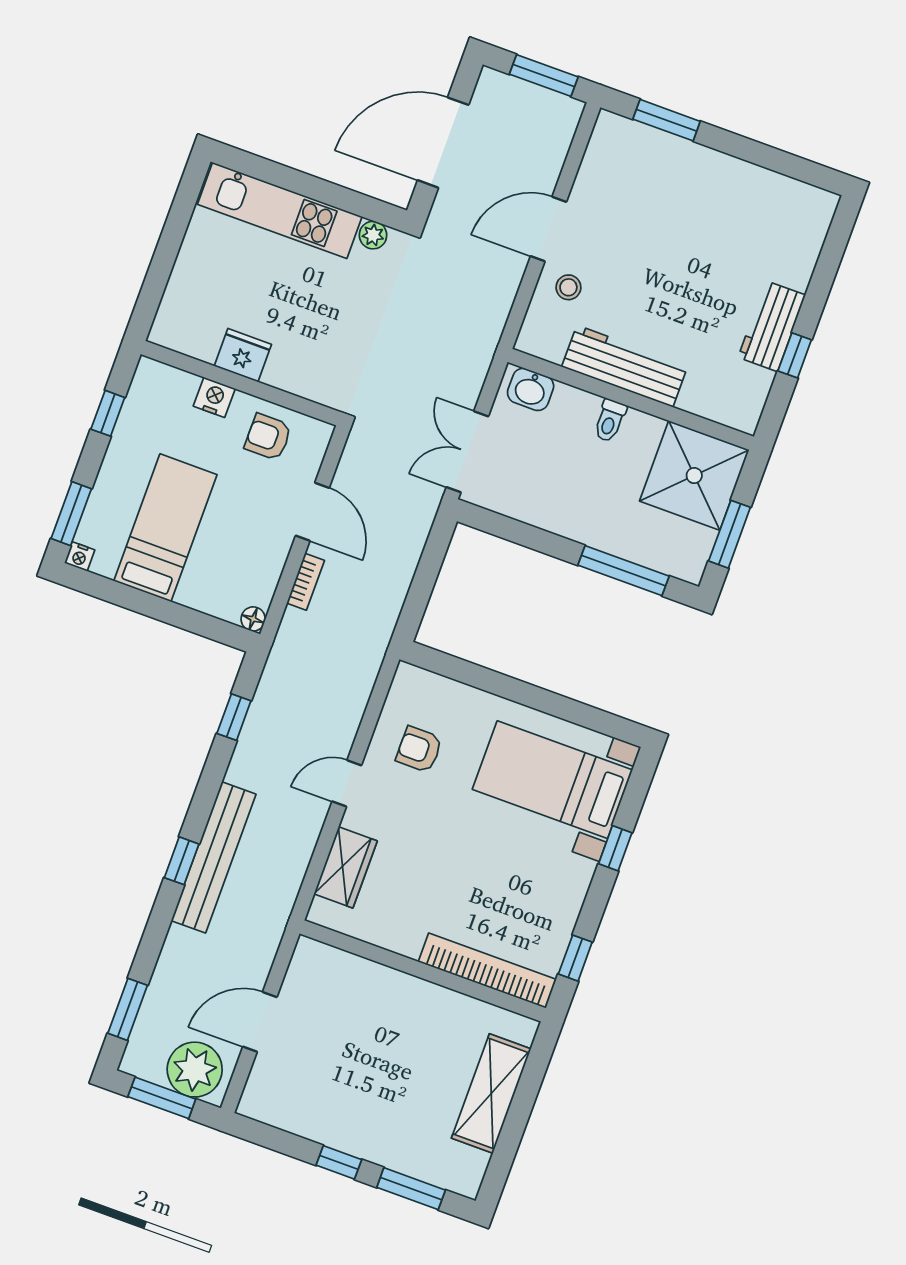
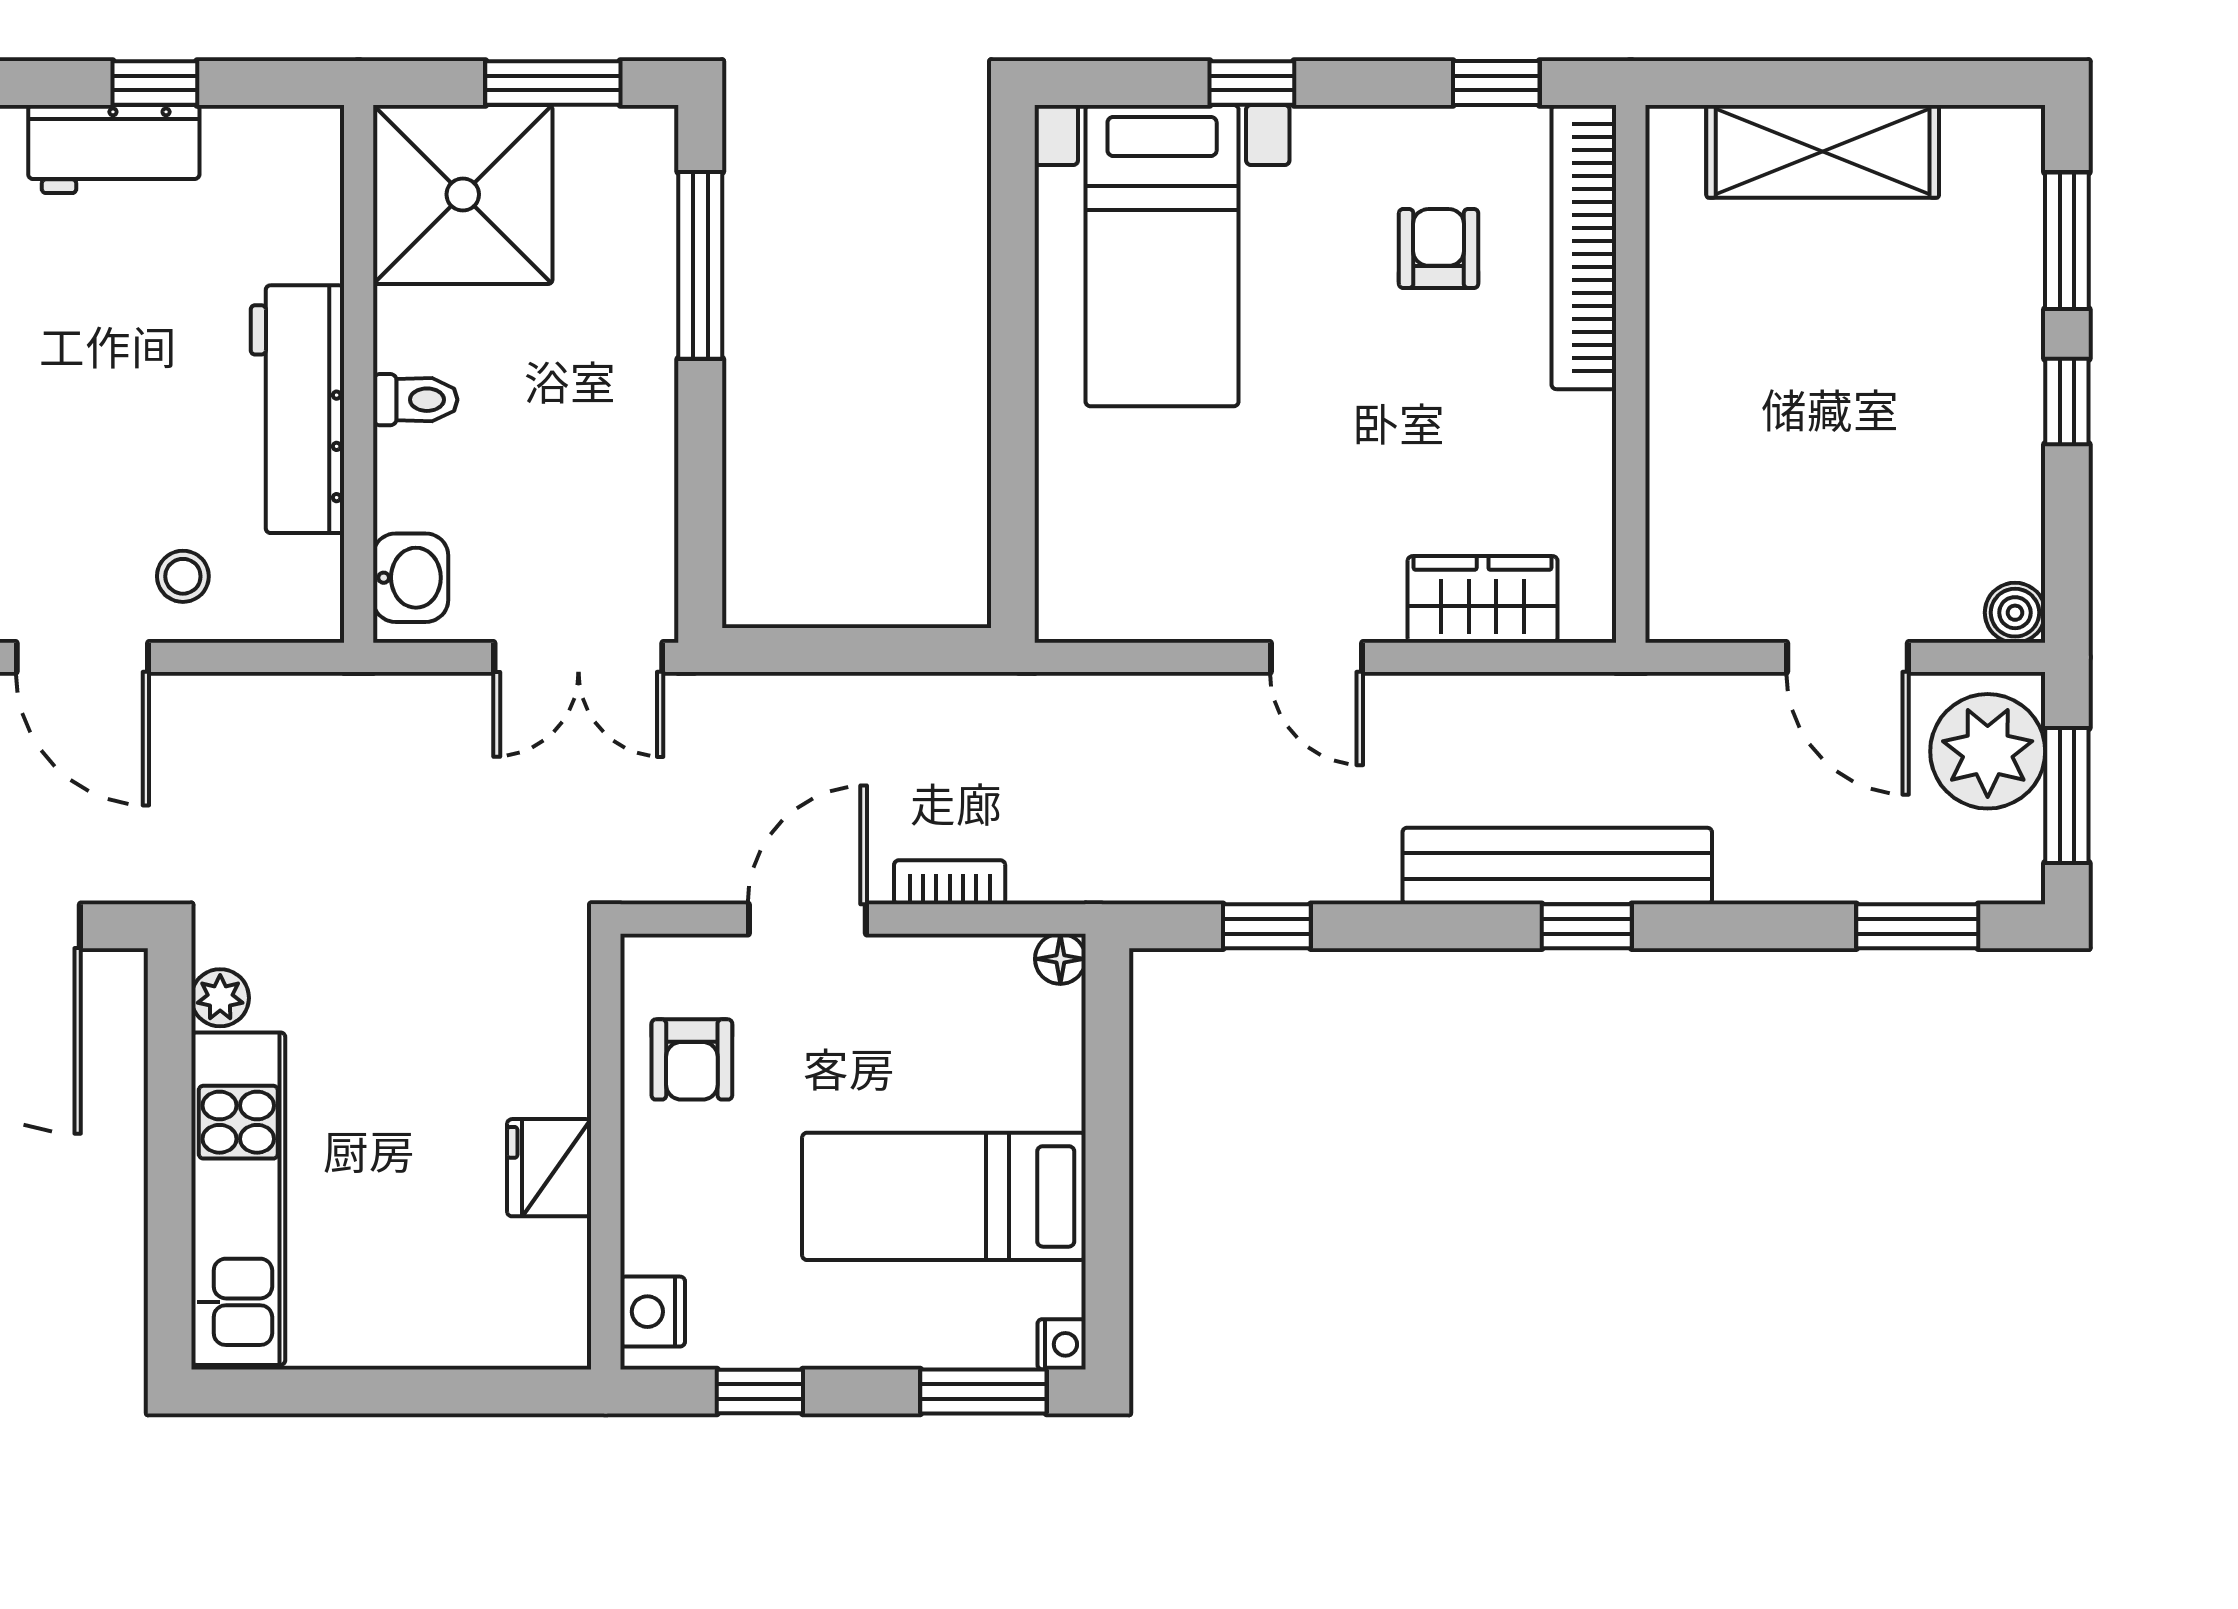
nightstand: (214, 397) -> (653, 1312), moved
armchair: (419, 749) -> (1439, 249), moved, turned 180
boiler: (252, 1105) -> (2015, 613), added

